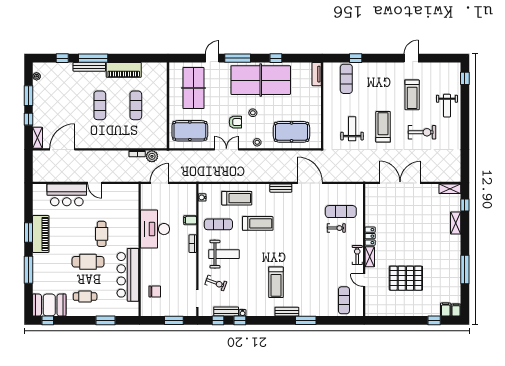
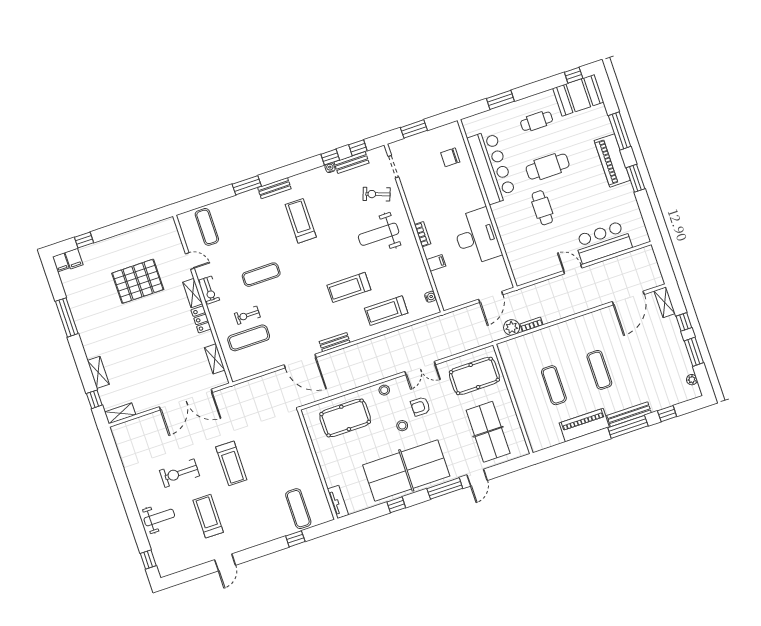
weight bench: (447, 106) -> (159, 518), turned 90
weight bench: (352, 129) -> (270, 448), removed
shelving: (370, 205) -> (215, 359), added
exercise mat: (218, 224) -> (261, 275), moved
piano: (41, 234) -> (612, 160), moved

